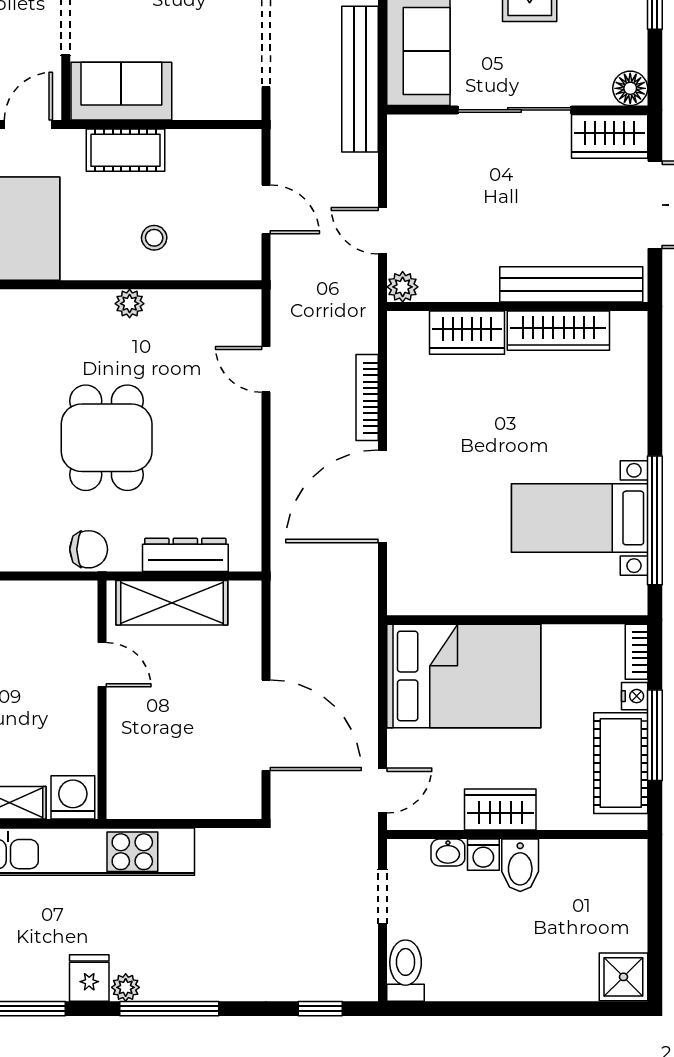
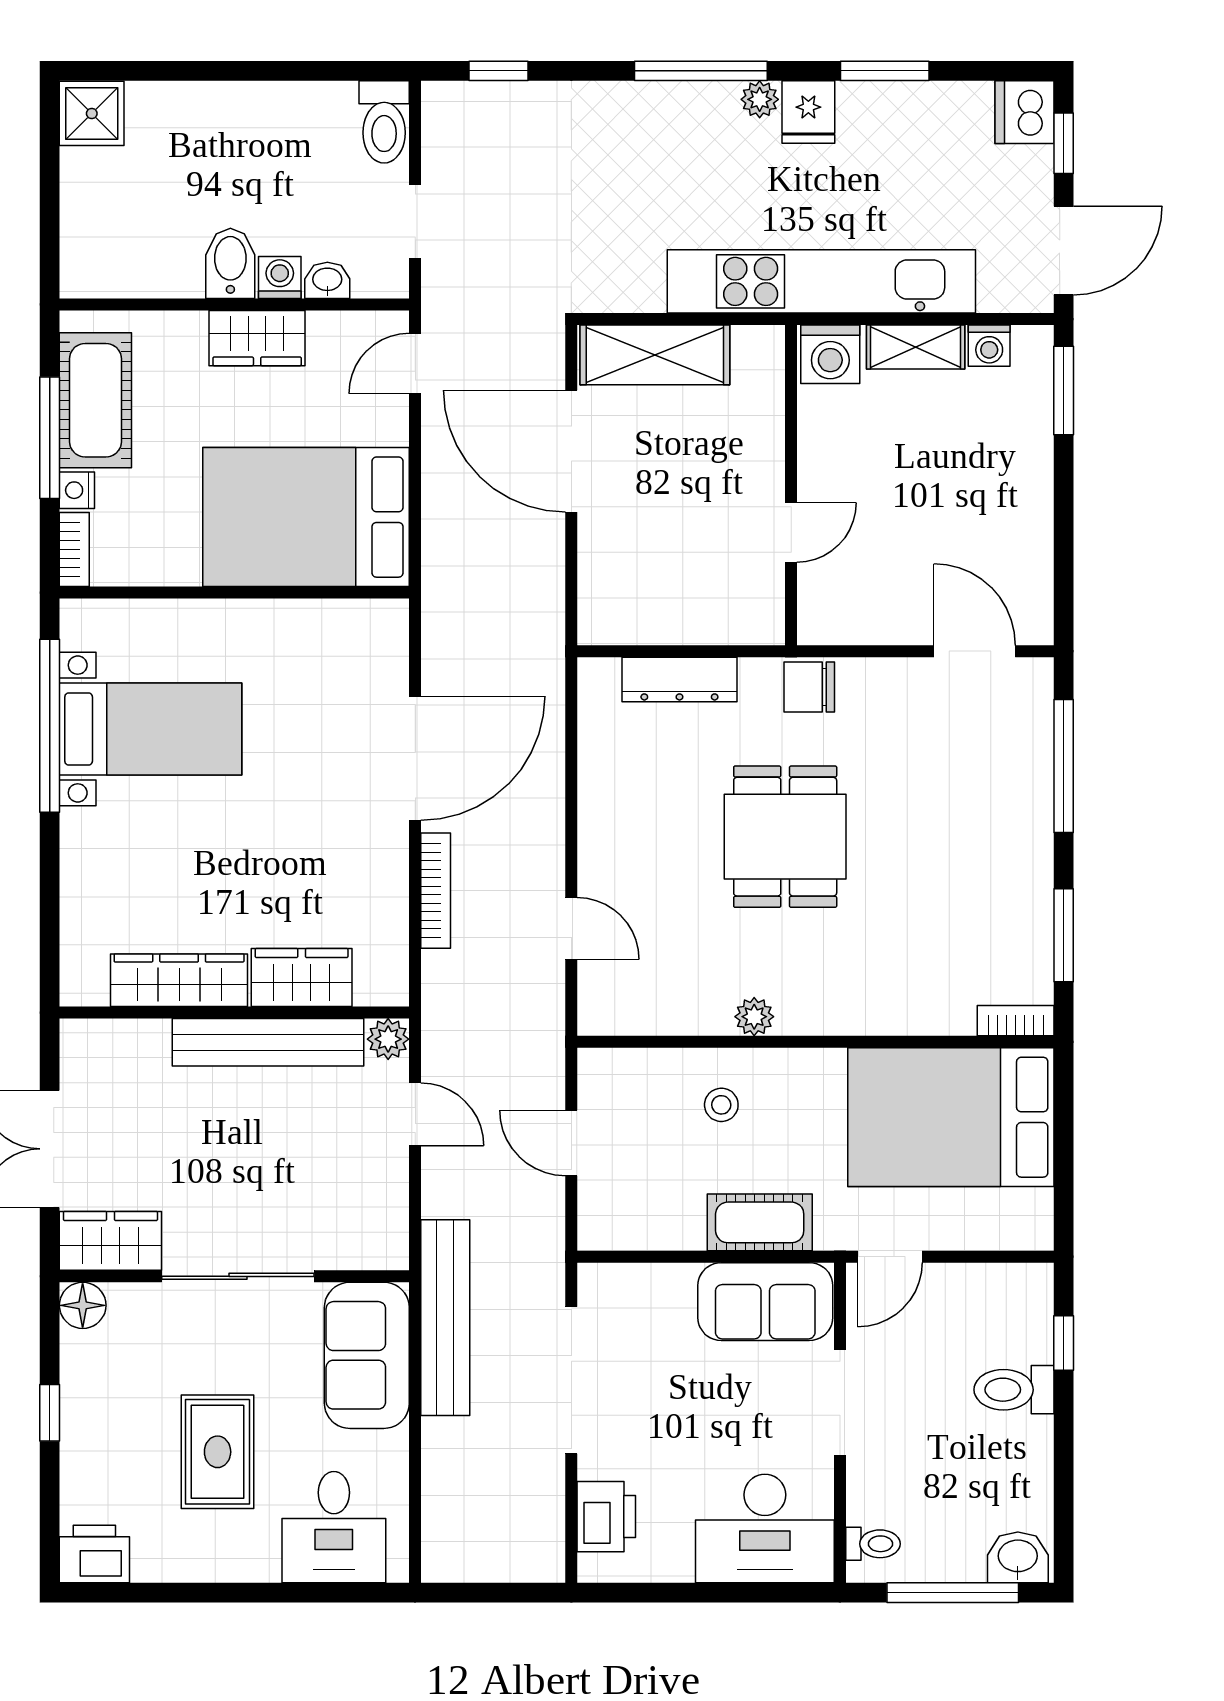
bench: (571, 284) -> (268, 1042), moved
shelving: (172, 603) -> (655, 355), moved
door: (102, 665) -> (791, 532), swing flipped

